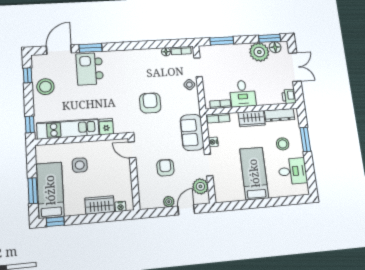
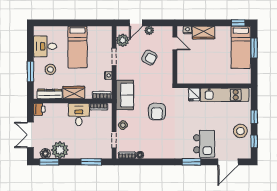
window: (90, 48) -> (191, 162), moved
window: (30, 124) -> (254, 117), moved
sofa: (192, 132) -> (125, 95), moved
door: (132, 150) -> (175, 43), moved
side table: (80, 165) -> (217, 65), removed
armchair: (165, 168) -> (149, 58), turned -61

